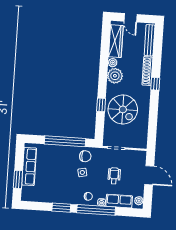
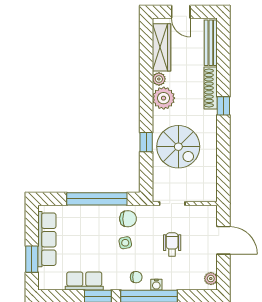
row of seats: (119, 201) -> (84, 281), moved

